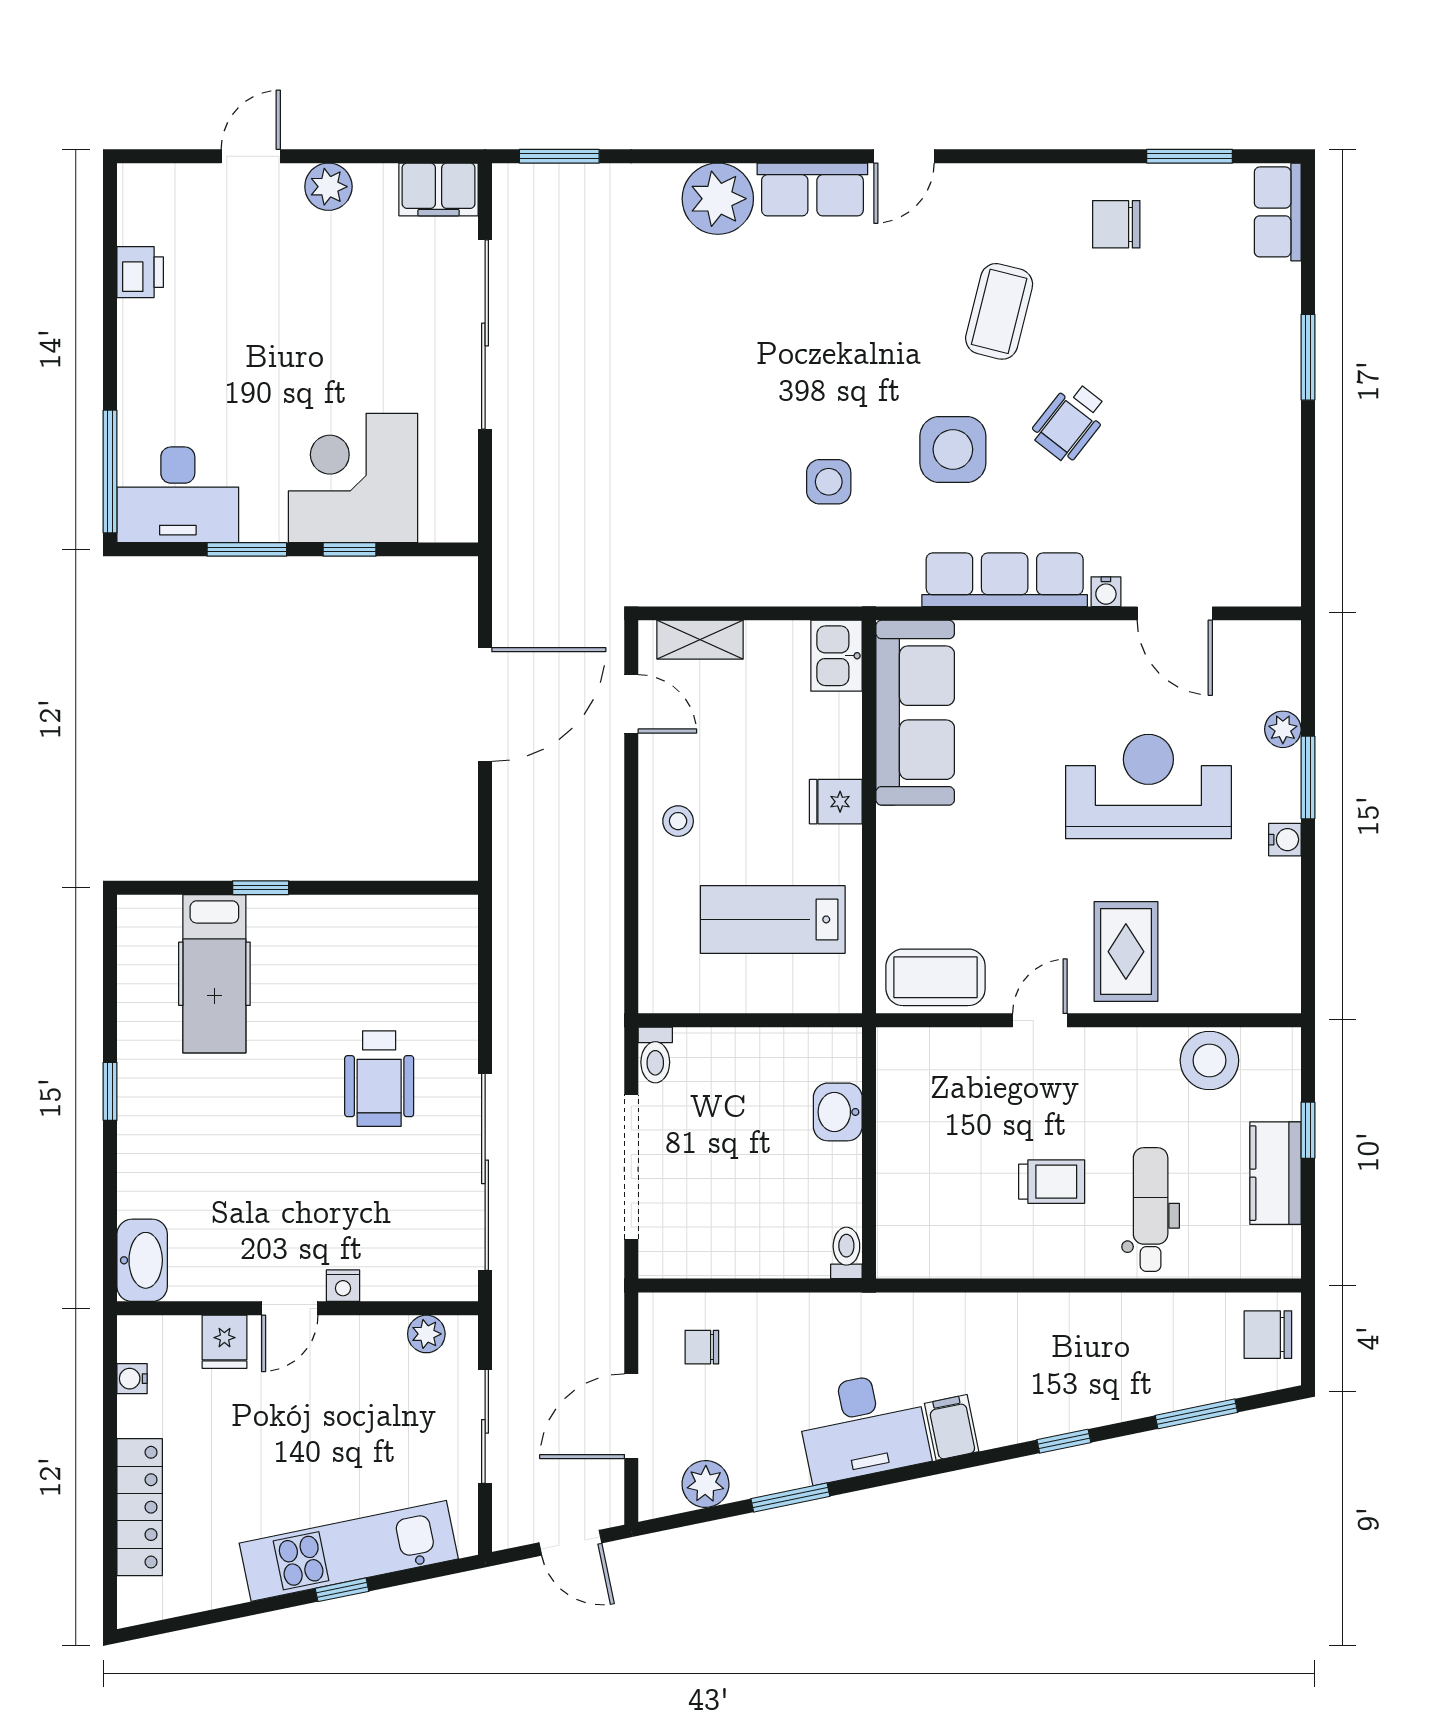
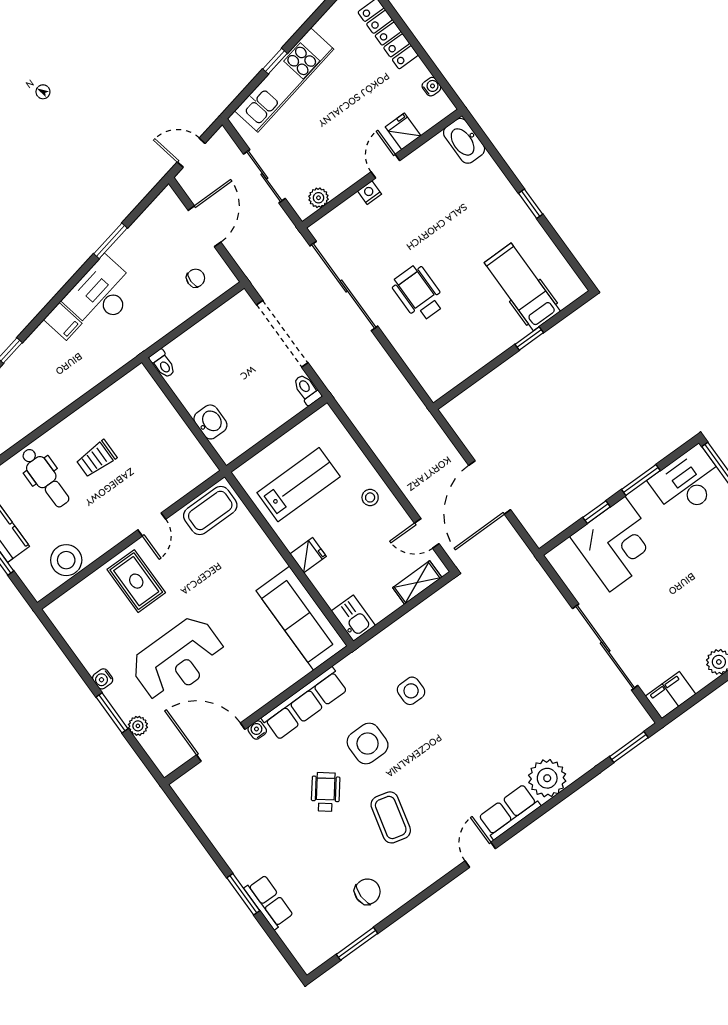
row of seats: (1278, 212) -> (269, 902), moved
door: (1175, 613) -> (221, 742), width x1.36
plant: (705, 1484) -> (151, 220), removed

